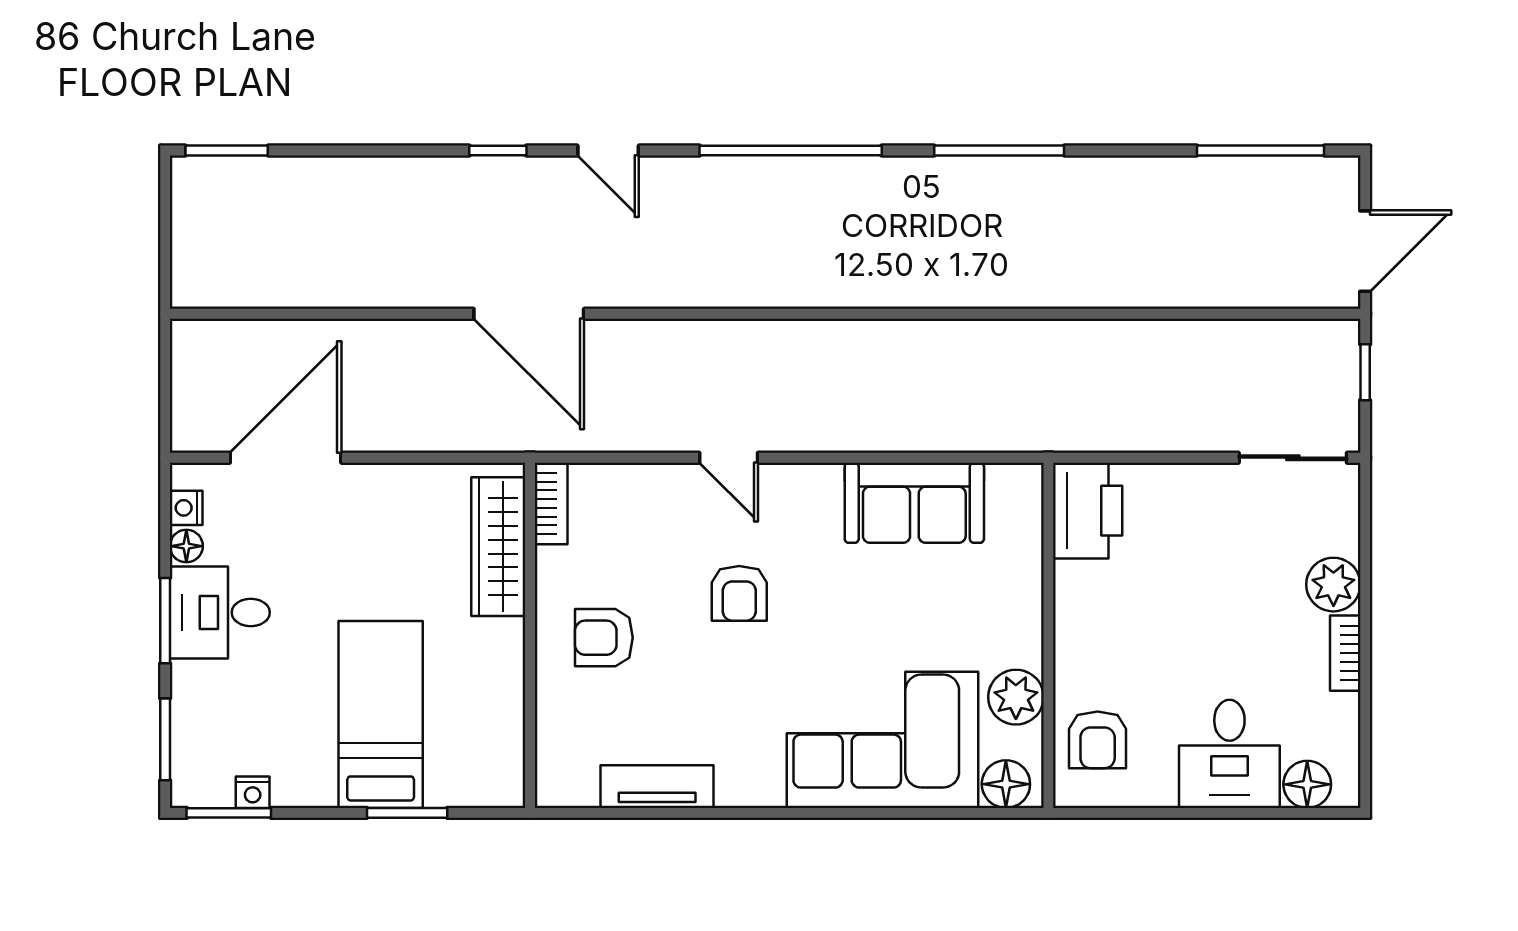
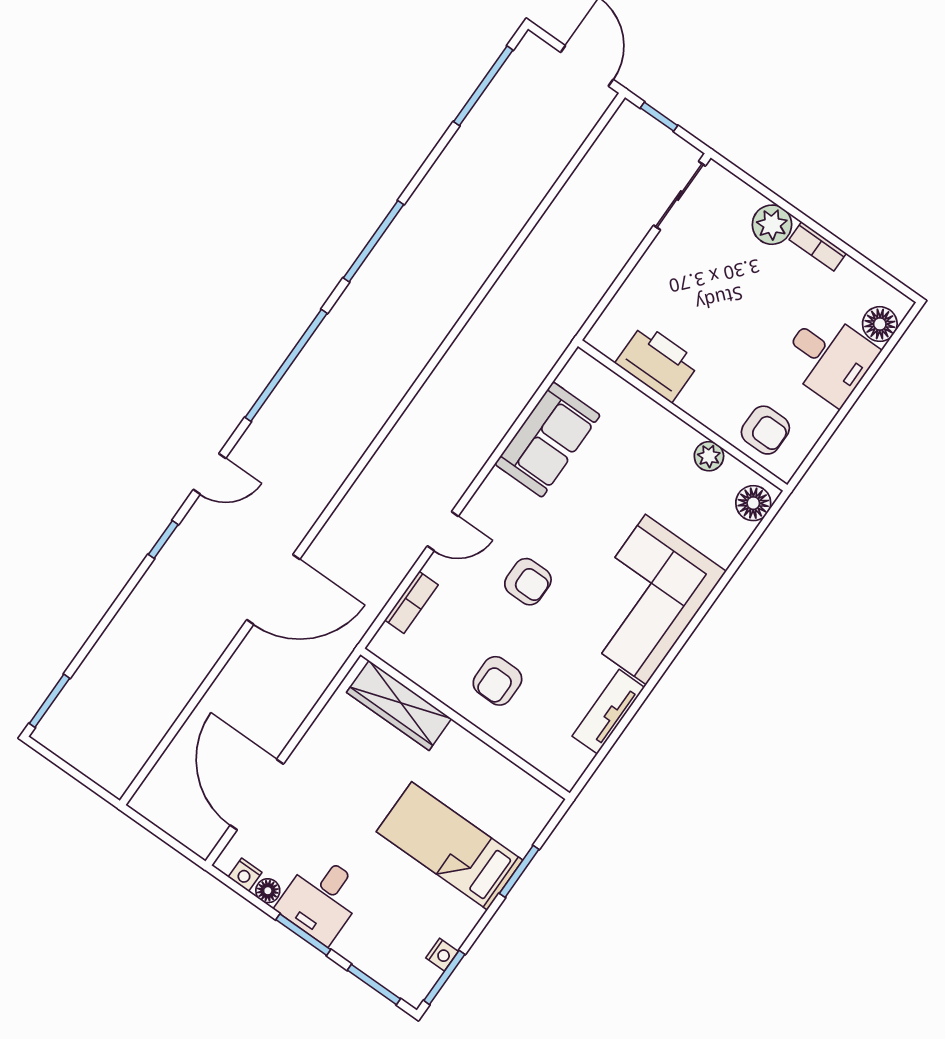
bookcase: (551, 503) -> (411, 602), moved, turned 90
printer: (1088, 511) -> (657, 363), moved
plant: (1016, 697) -> (709, 456), width x0.73, depth x0.73
corner sofa: (883, 740) -> (646, 600), moved

